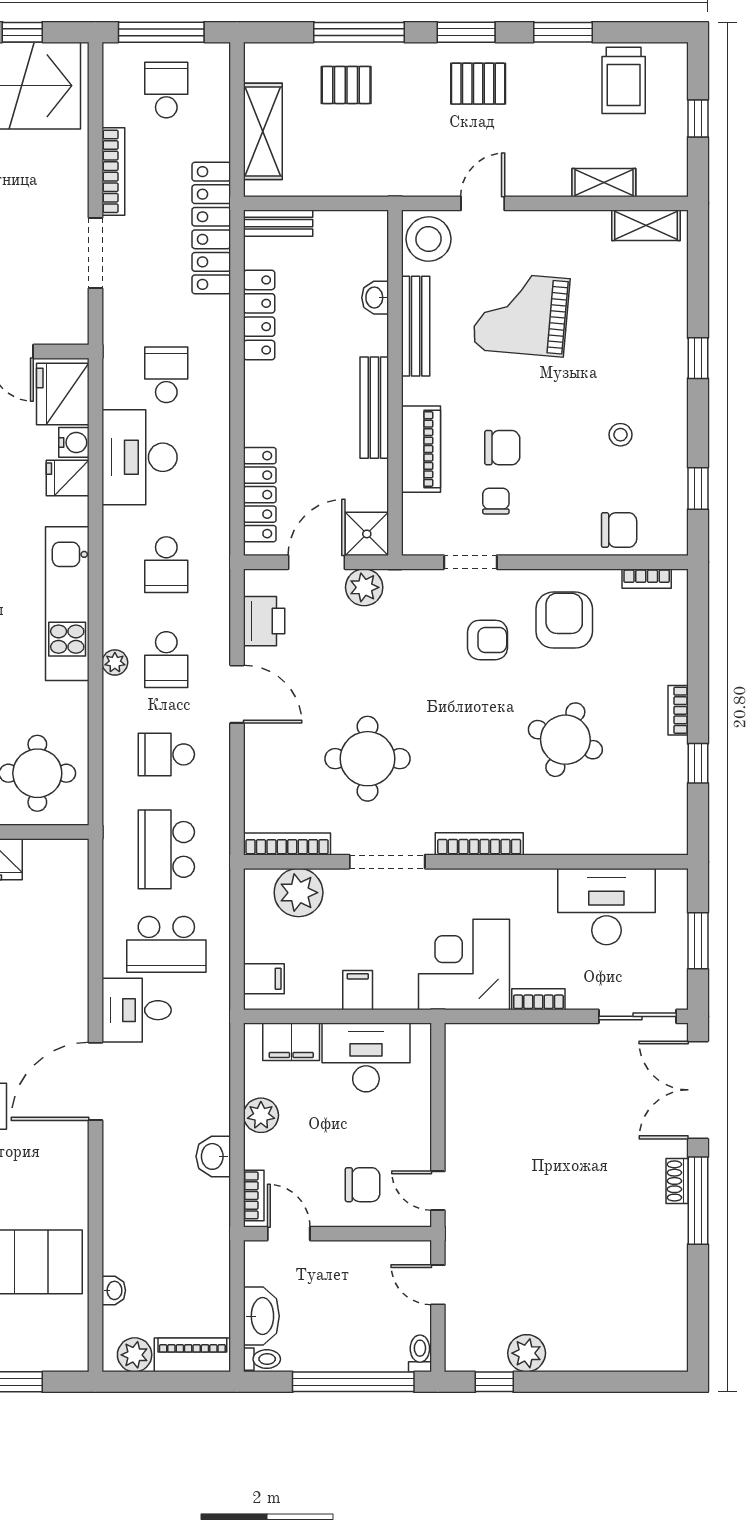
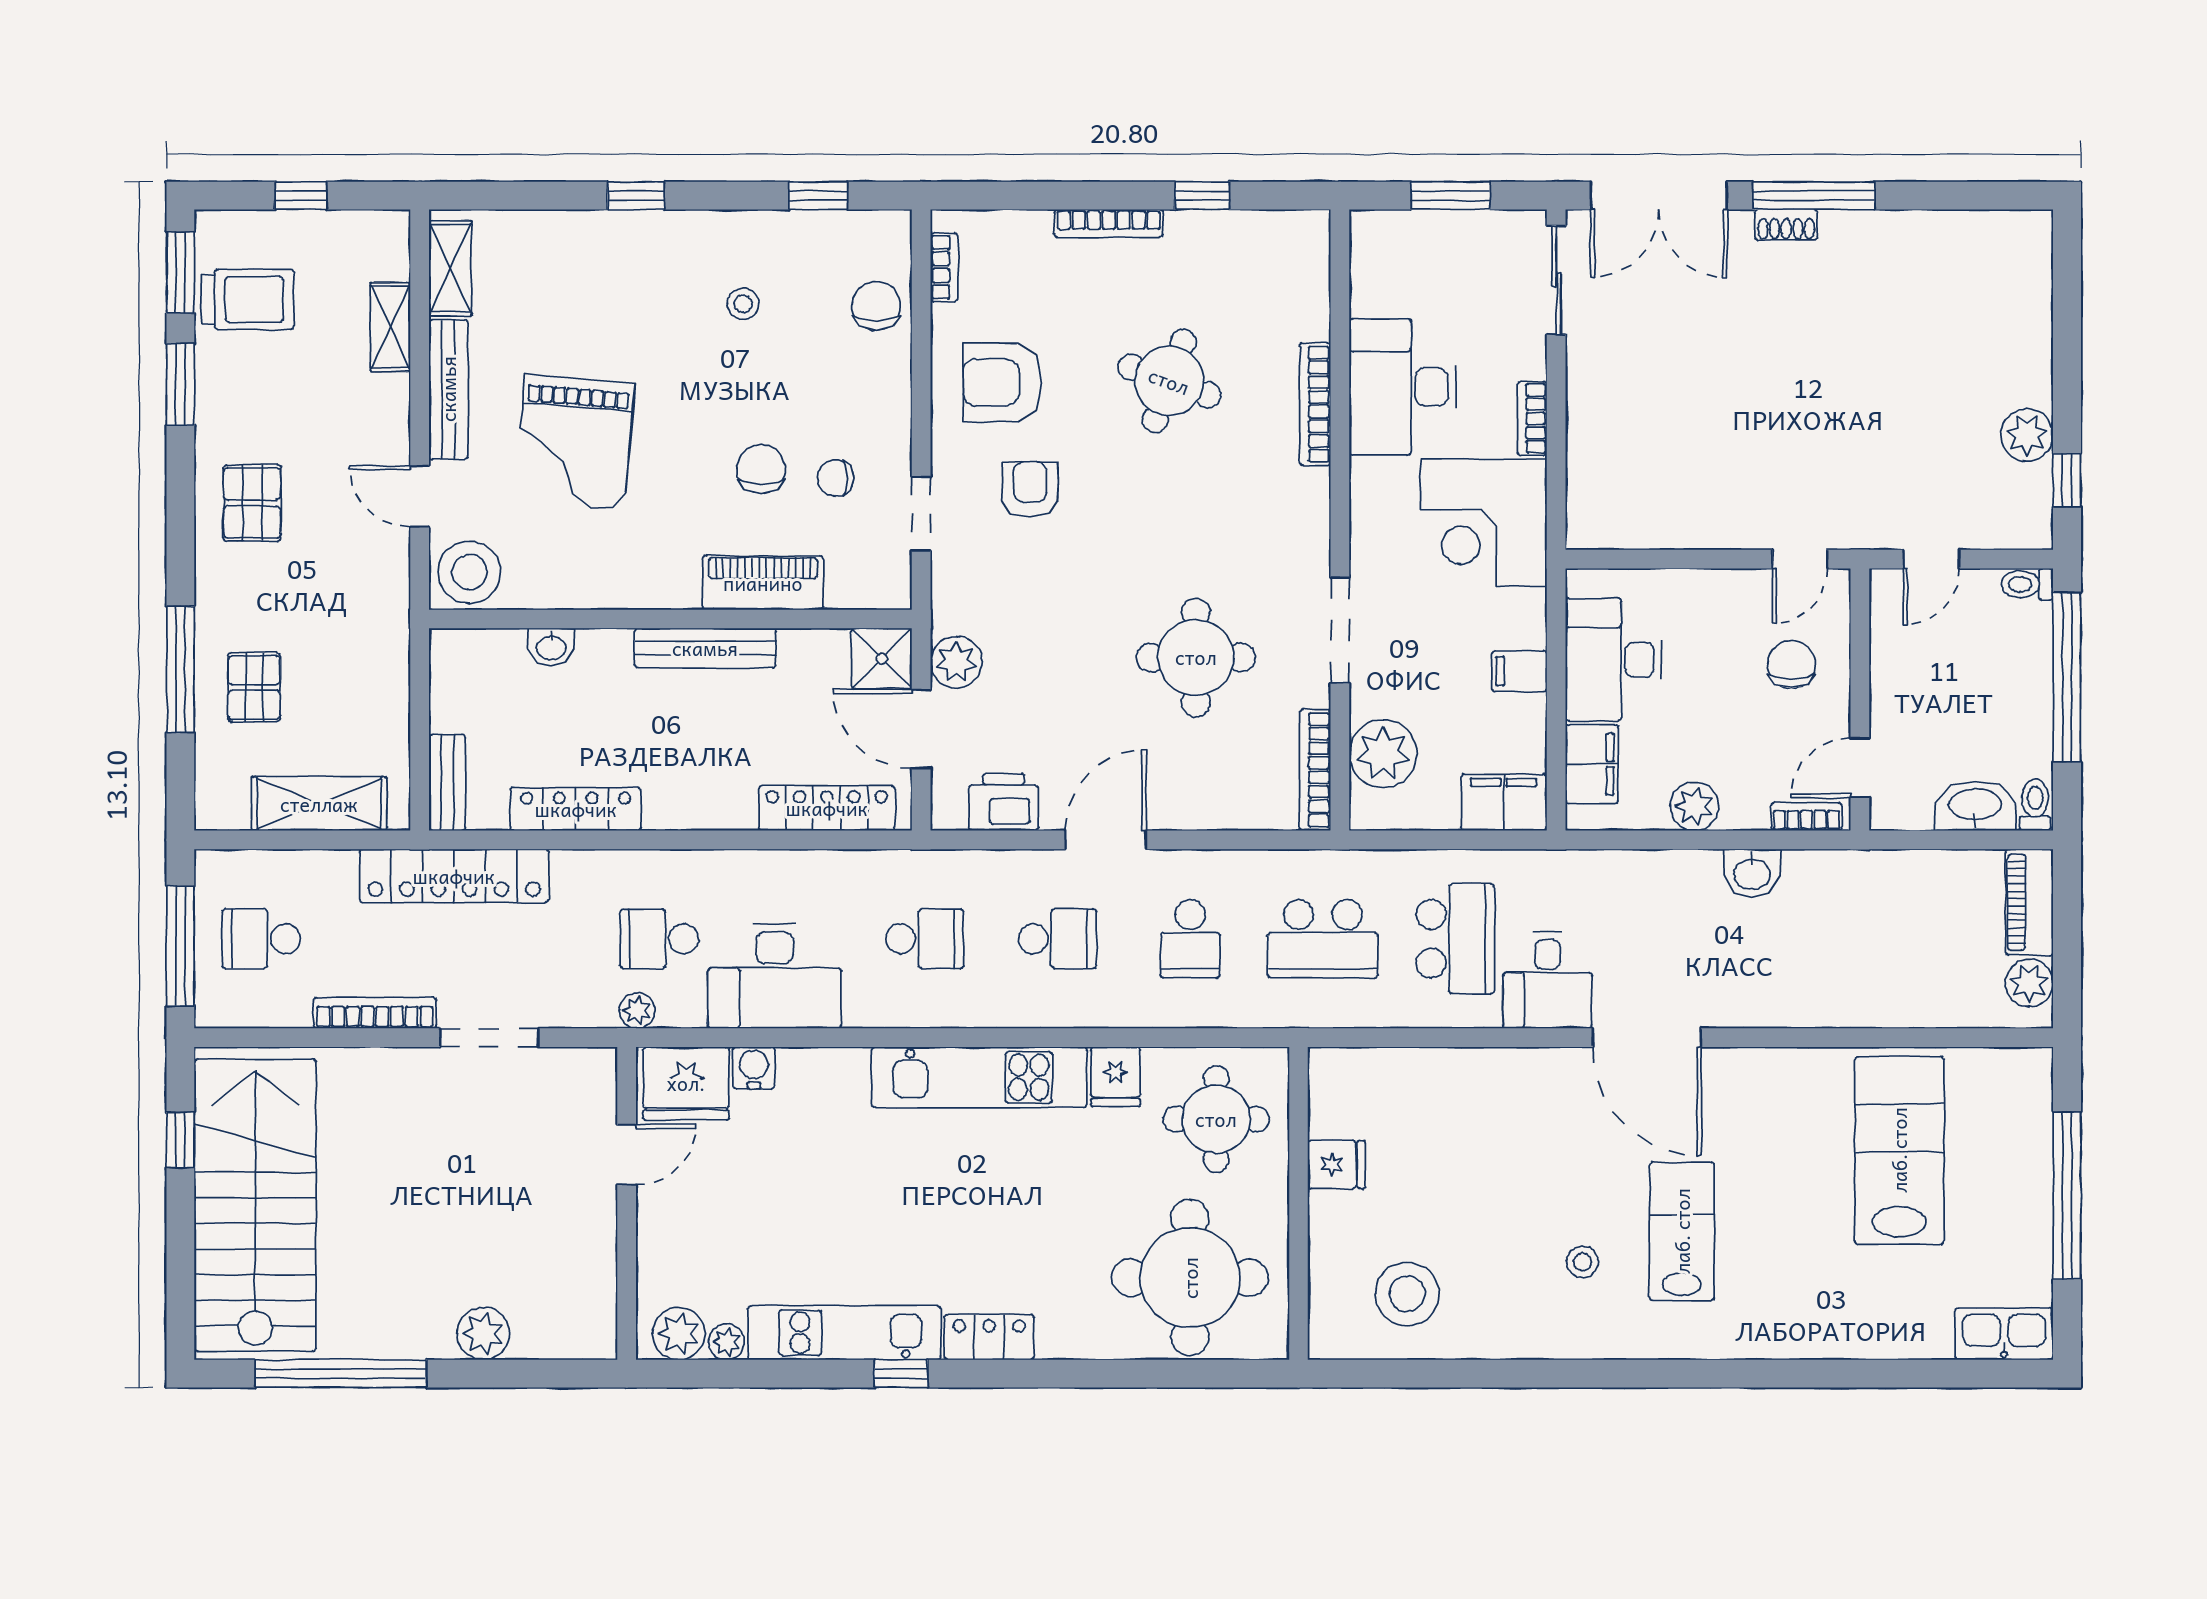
window: (466, 32) -> (180, 272), moved
bench: (416, 326) -> (448, 389), moved, turned 90
fridge: (68, 478) -> (1116, 1077), moved
plant: (115, 662) -> (637, 1011), moved
bookcase: (678, 710) -> (1109, 223), width x1.56
bookcase: (479, 844) -> (1315, 404), moved
desk: (606, 907) -> (1403, 387), moved
filing cabinet: (264, 979) -> (1504, 802), width x2.00
washbasin: (114, 1290) -> (1939, 1012), removed

